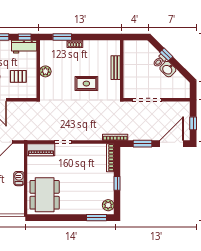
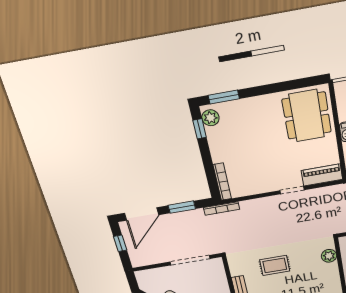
plant: (45, 71) -> (329, 256), moved
window: (117, 183) -> (200, 129), moved

